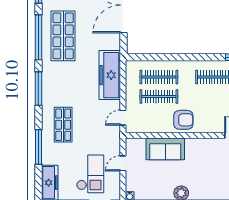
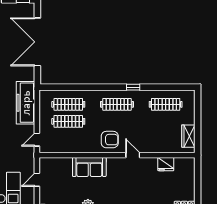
armchair: (183, 120) -> (110, 140), moved
sofa: (165, 149) -> (89, 167), moved

